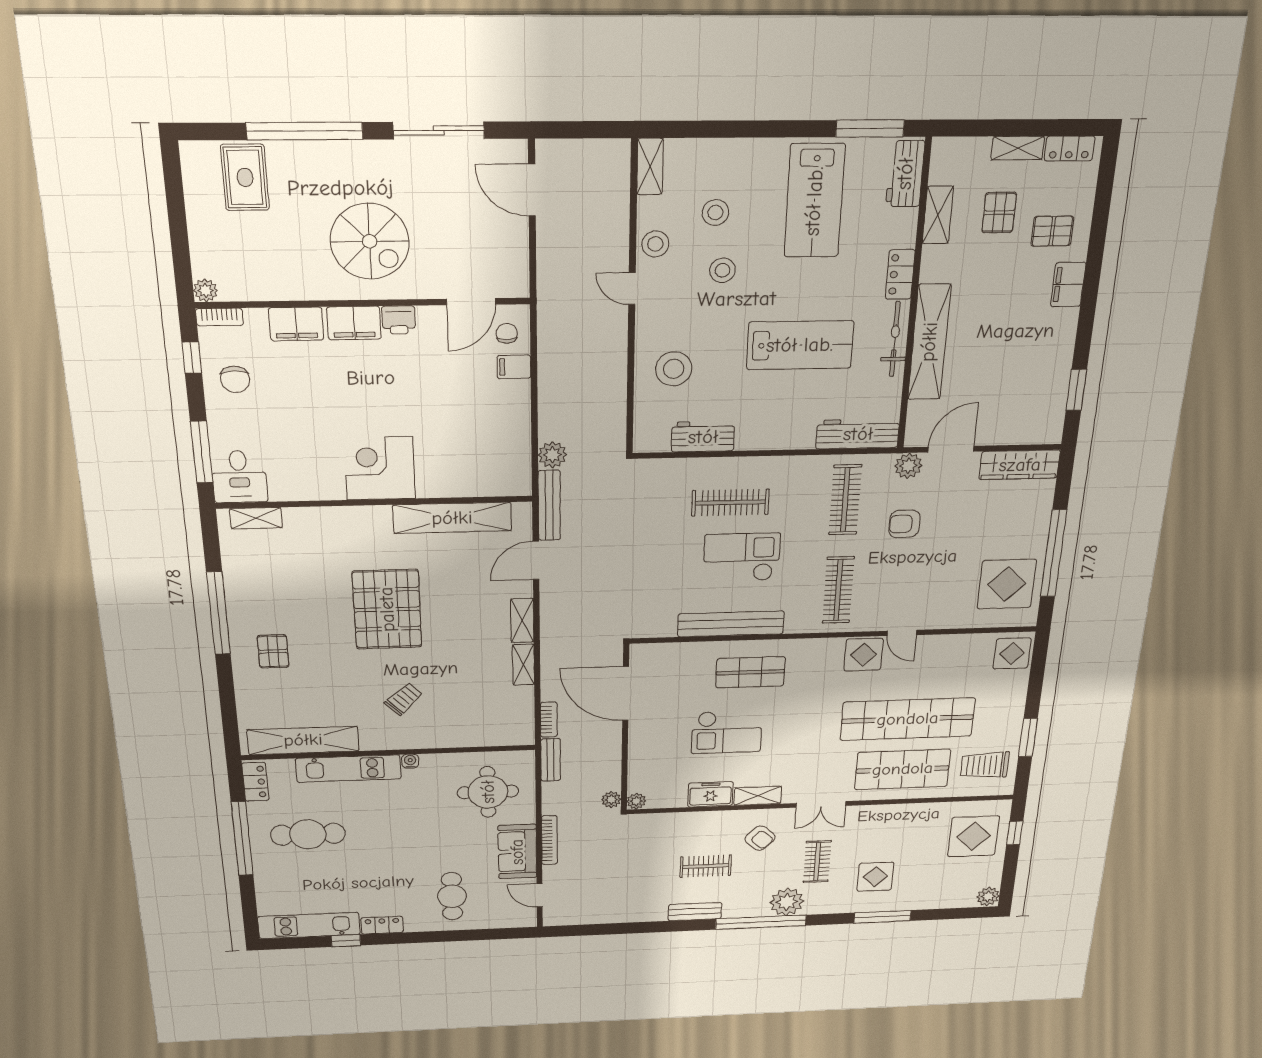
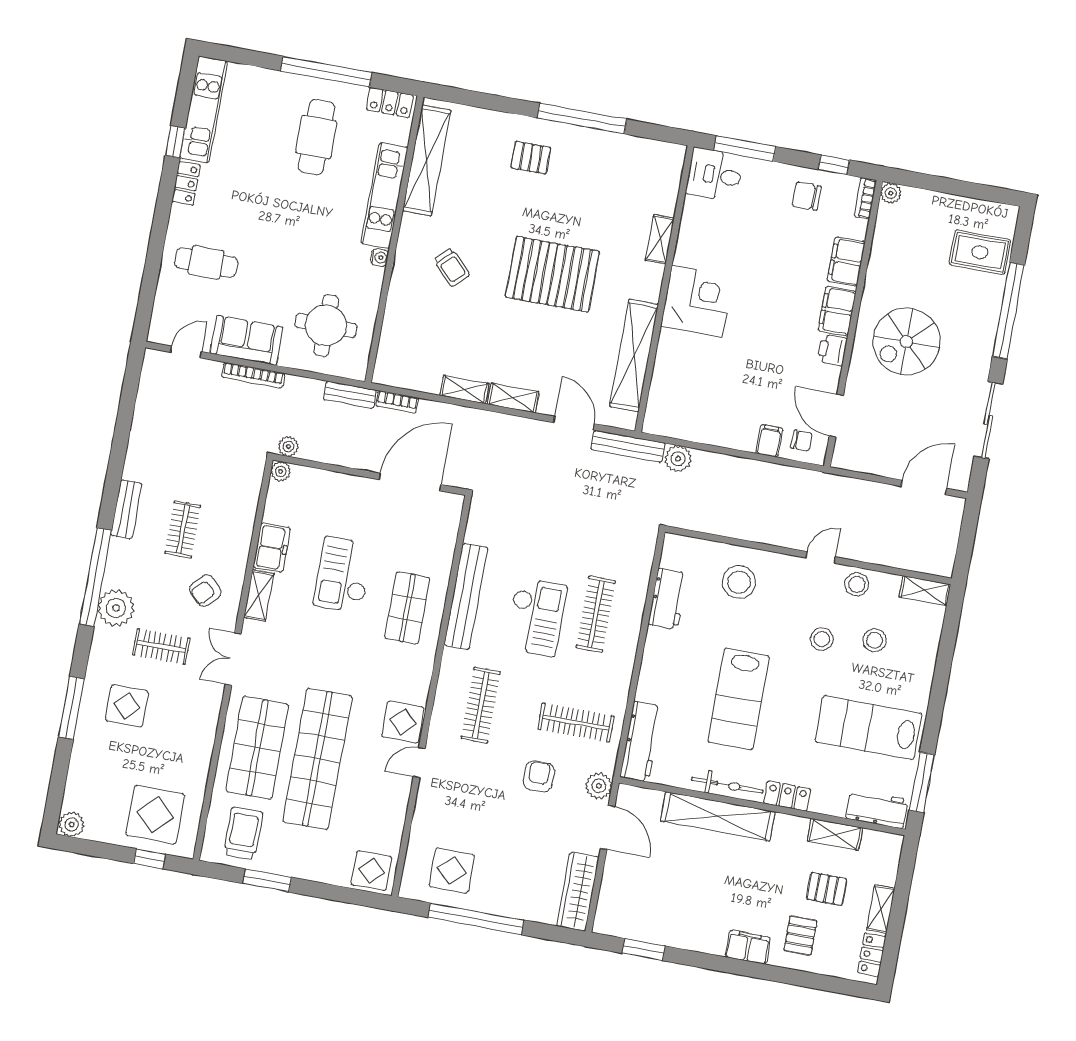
shelving: (256, 518) -> (660, 239), moved
display table: (1007, 584) -> (452, 870), width x0.73, depth x0.73
clothes rail: (838, 590) -> (481, 705), turned 90

